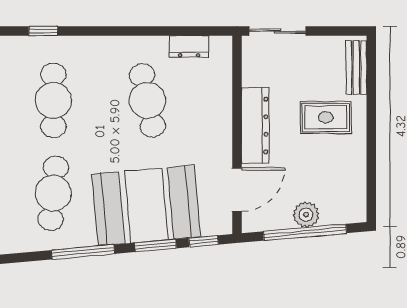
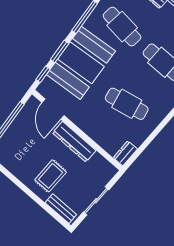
sliding door: (278, 31) -> (96, 201), moved
dresser: (189, 47) -> (125, 153), moved
plant: (306, 215) -> (15, 130), removed

